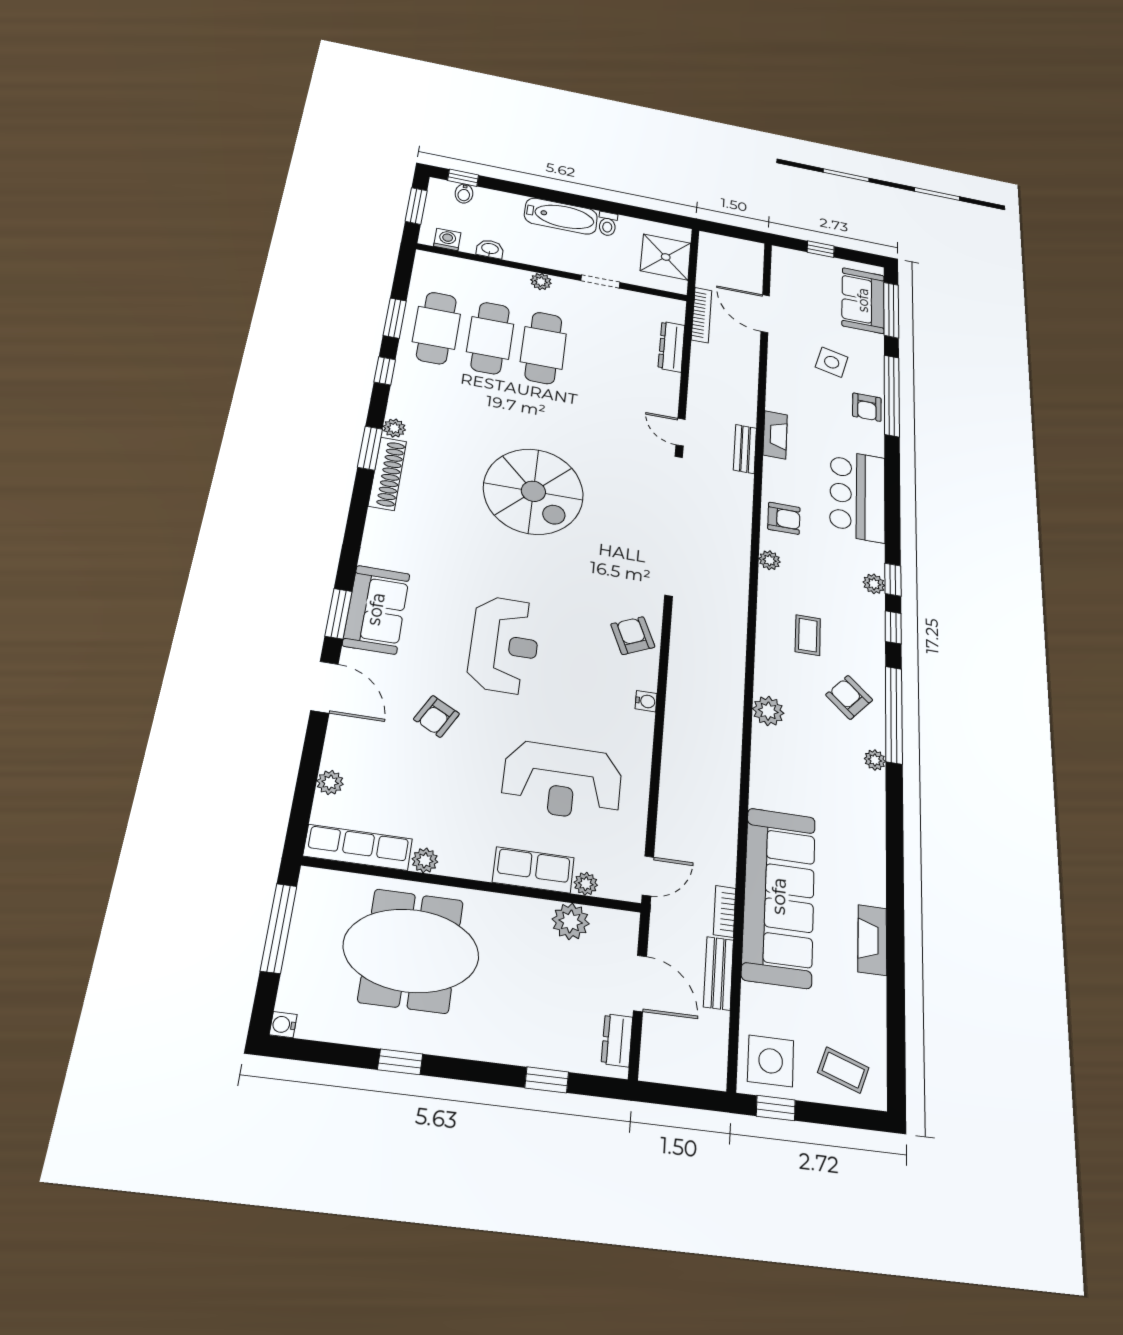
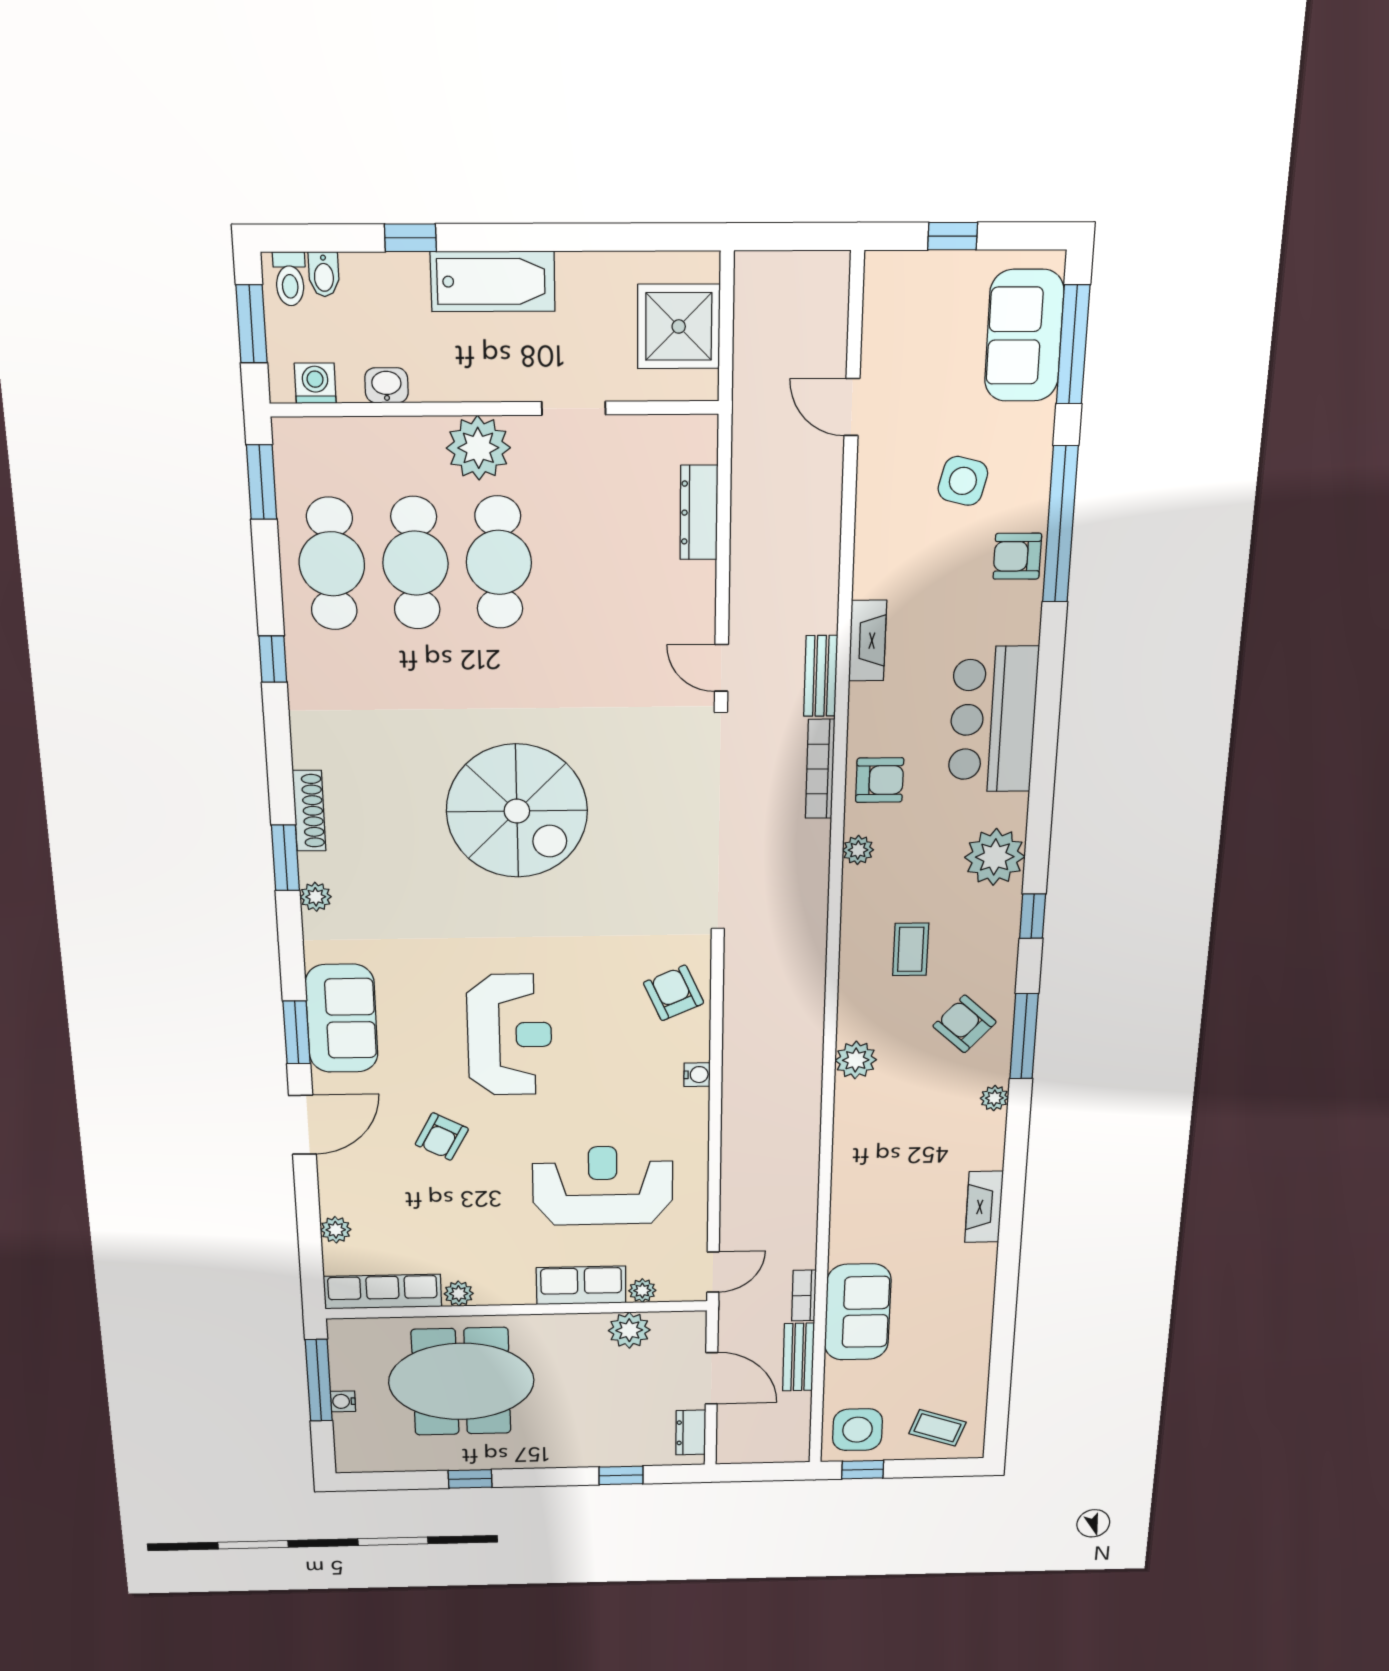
window: (463, 178) -> (410, 238), moved
toilet: (608, 224) -> (290, 279), moved
plant: (541, 282) -> (478, 448), width x1.87, depth x1.87
door: (765, 314) -> (852, 407), width x0.73
bookcase: (702, 315) -> (820, 769), moved, turned 180
window: (395, 318) -> (262, 482), moved
armchair: (867, 407) -> (1017, 556), turned 90
plant: (394, 428) -> (316, 897), moved
window: (370, 448) -> (285, 858), moved
shoe rack: (387, 474) -> (309, 811), width x0.74, depth x0.81
window: (893, 580) -> (1038, 845), removed
plant: (874, 584) -> (995, 857), width x1.88, depth x1.88
door: (324, 687) -> (302, 1125), hinge flipped
window: (894, 715) -> (1024, 1036), width x0.68
reception desk: (562, 781) -> (603, 1186), turned 180
sofa: (779, 896) -> (858, 1312), width x0.54, depth x0.79
fireplace: (872, 940) -> (984, 1207), moved
water cooler: (283, 1025) -> (343, 1401), moved

